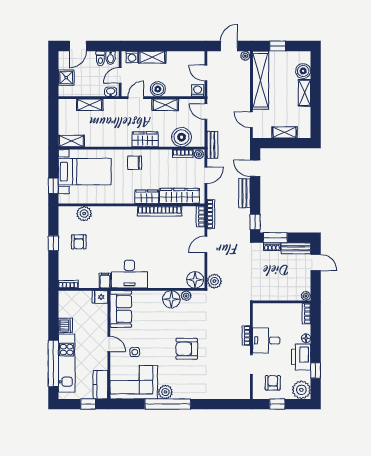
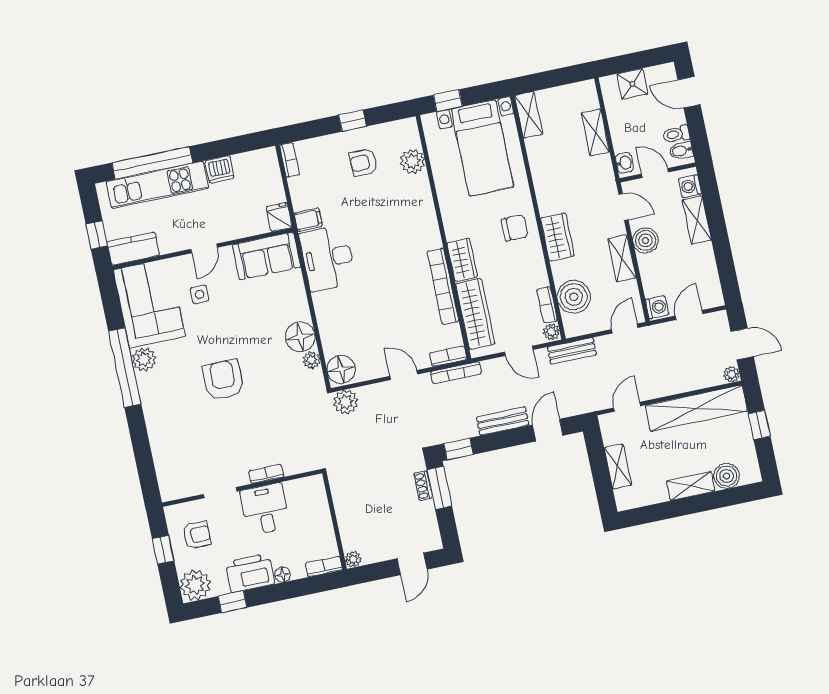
chair: (135, 163) -> (515, 228), turned 90
bench: (296, 248) -> (429, 526), removed

